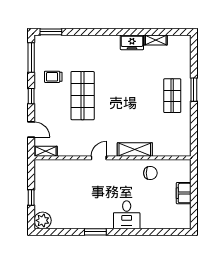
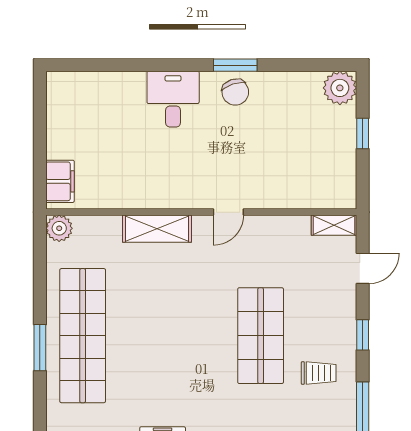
shop shelf: (172, 96) -> (83, 336), width x2.00, depth x1.36
door: (31, 130) -> (363, 268), swing flipped
plant: (184, 150) -> (59, 228), added
chair: (150, 173) -> (235, 92), moved, turned -108
filing cabinet: (184, 193) -> (60, 181), moved

